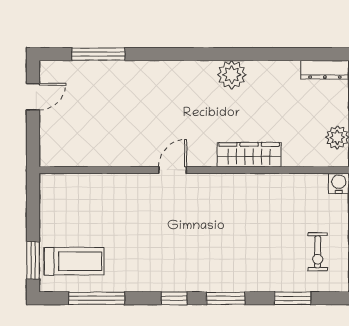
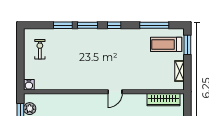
wardrobe: (249, 155) -> (164, 100), moved
shelving: (48, 210) -> (179, 71), added
window: (293, 298) -> (63, 25), moved

